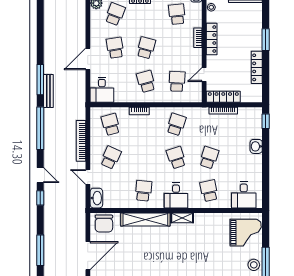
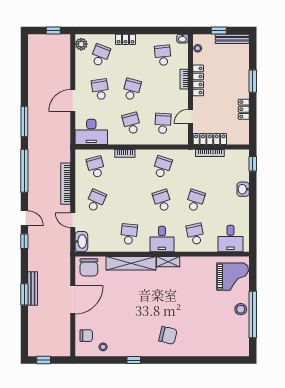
locker: (257, 67) -> (244, 109), width x0.66
desk: (102, 90) -> (91, 132), width x1.37
bench: (48, 91) -> (33, 288), moved
window: (40, 250) -> (24, 294), width x0.69

